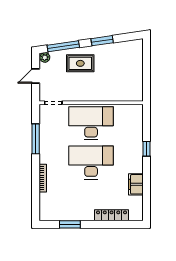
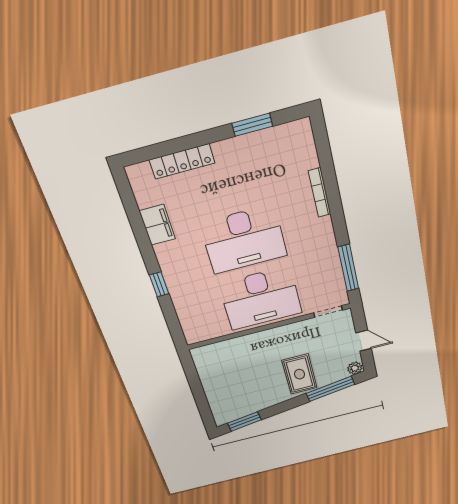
window: (102, 41) -> (244, 422), moved
rug: (80, 63) -> (300, 374), turned 90
door: (36, 76) -> (364, 341), hinge flipped
window: (36, 139) -> (348, 268), moved

